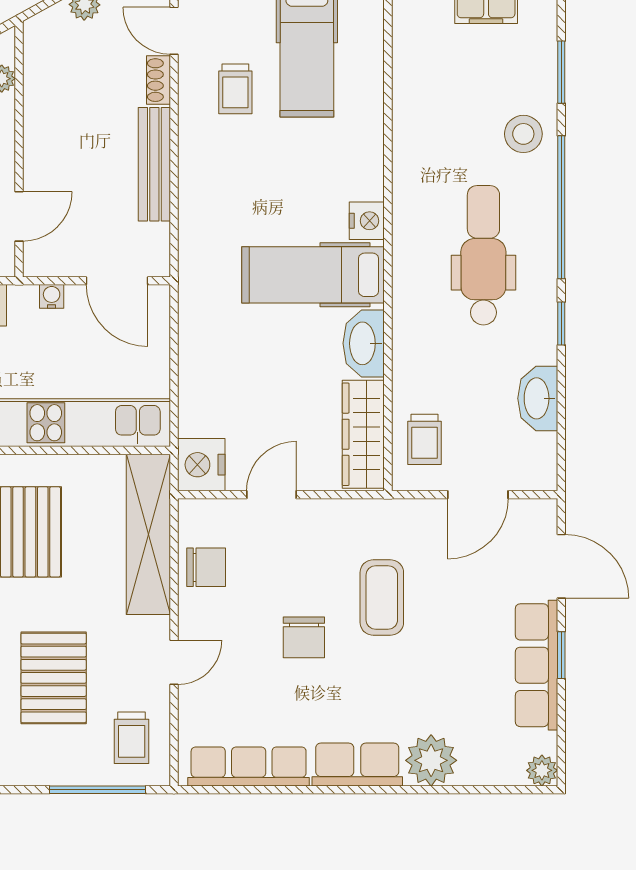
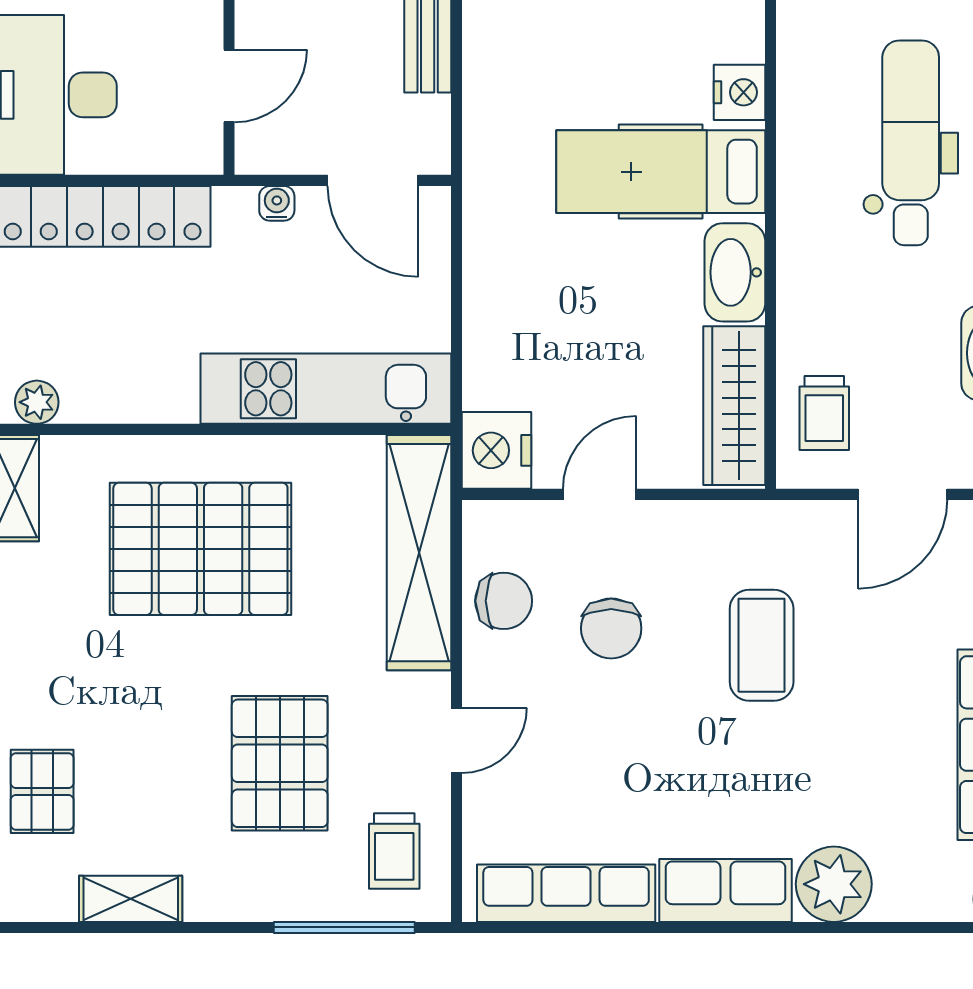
chair: (304, 637) -> (611, 628), moved

